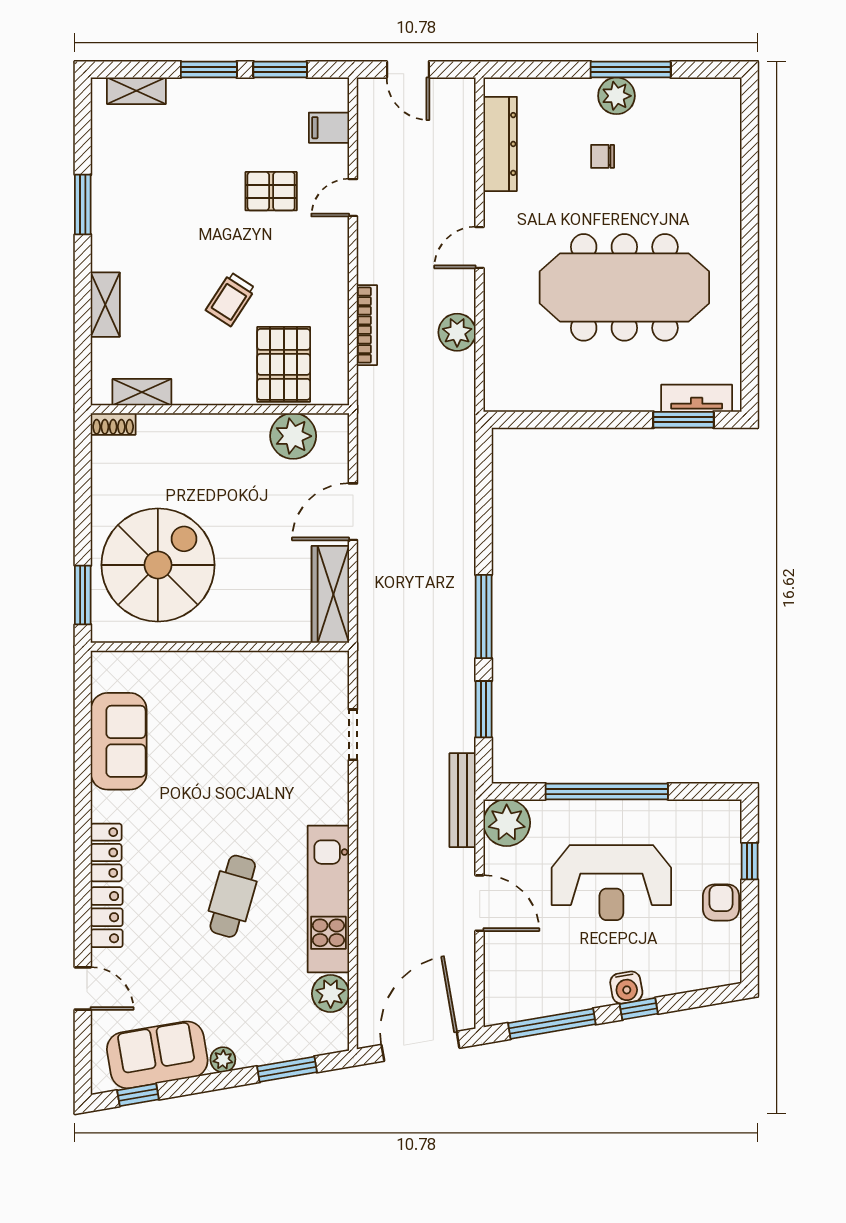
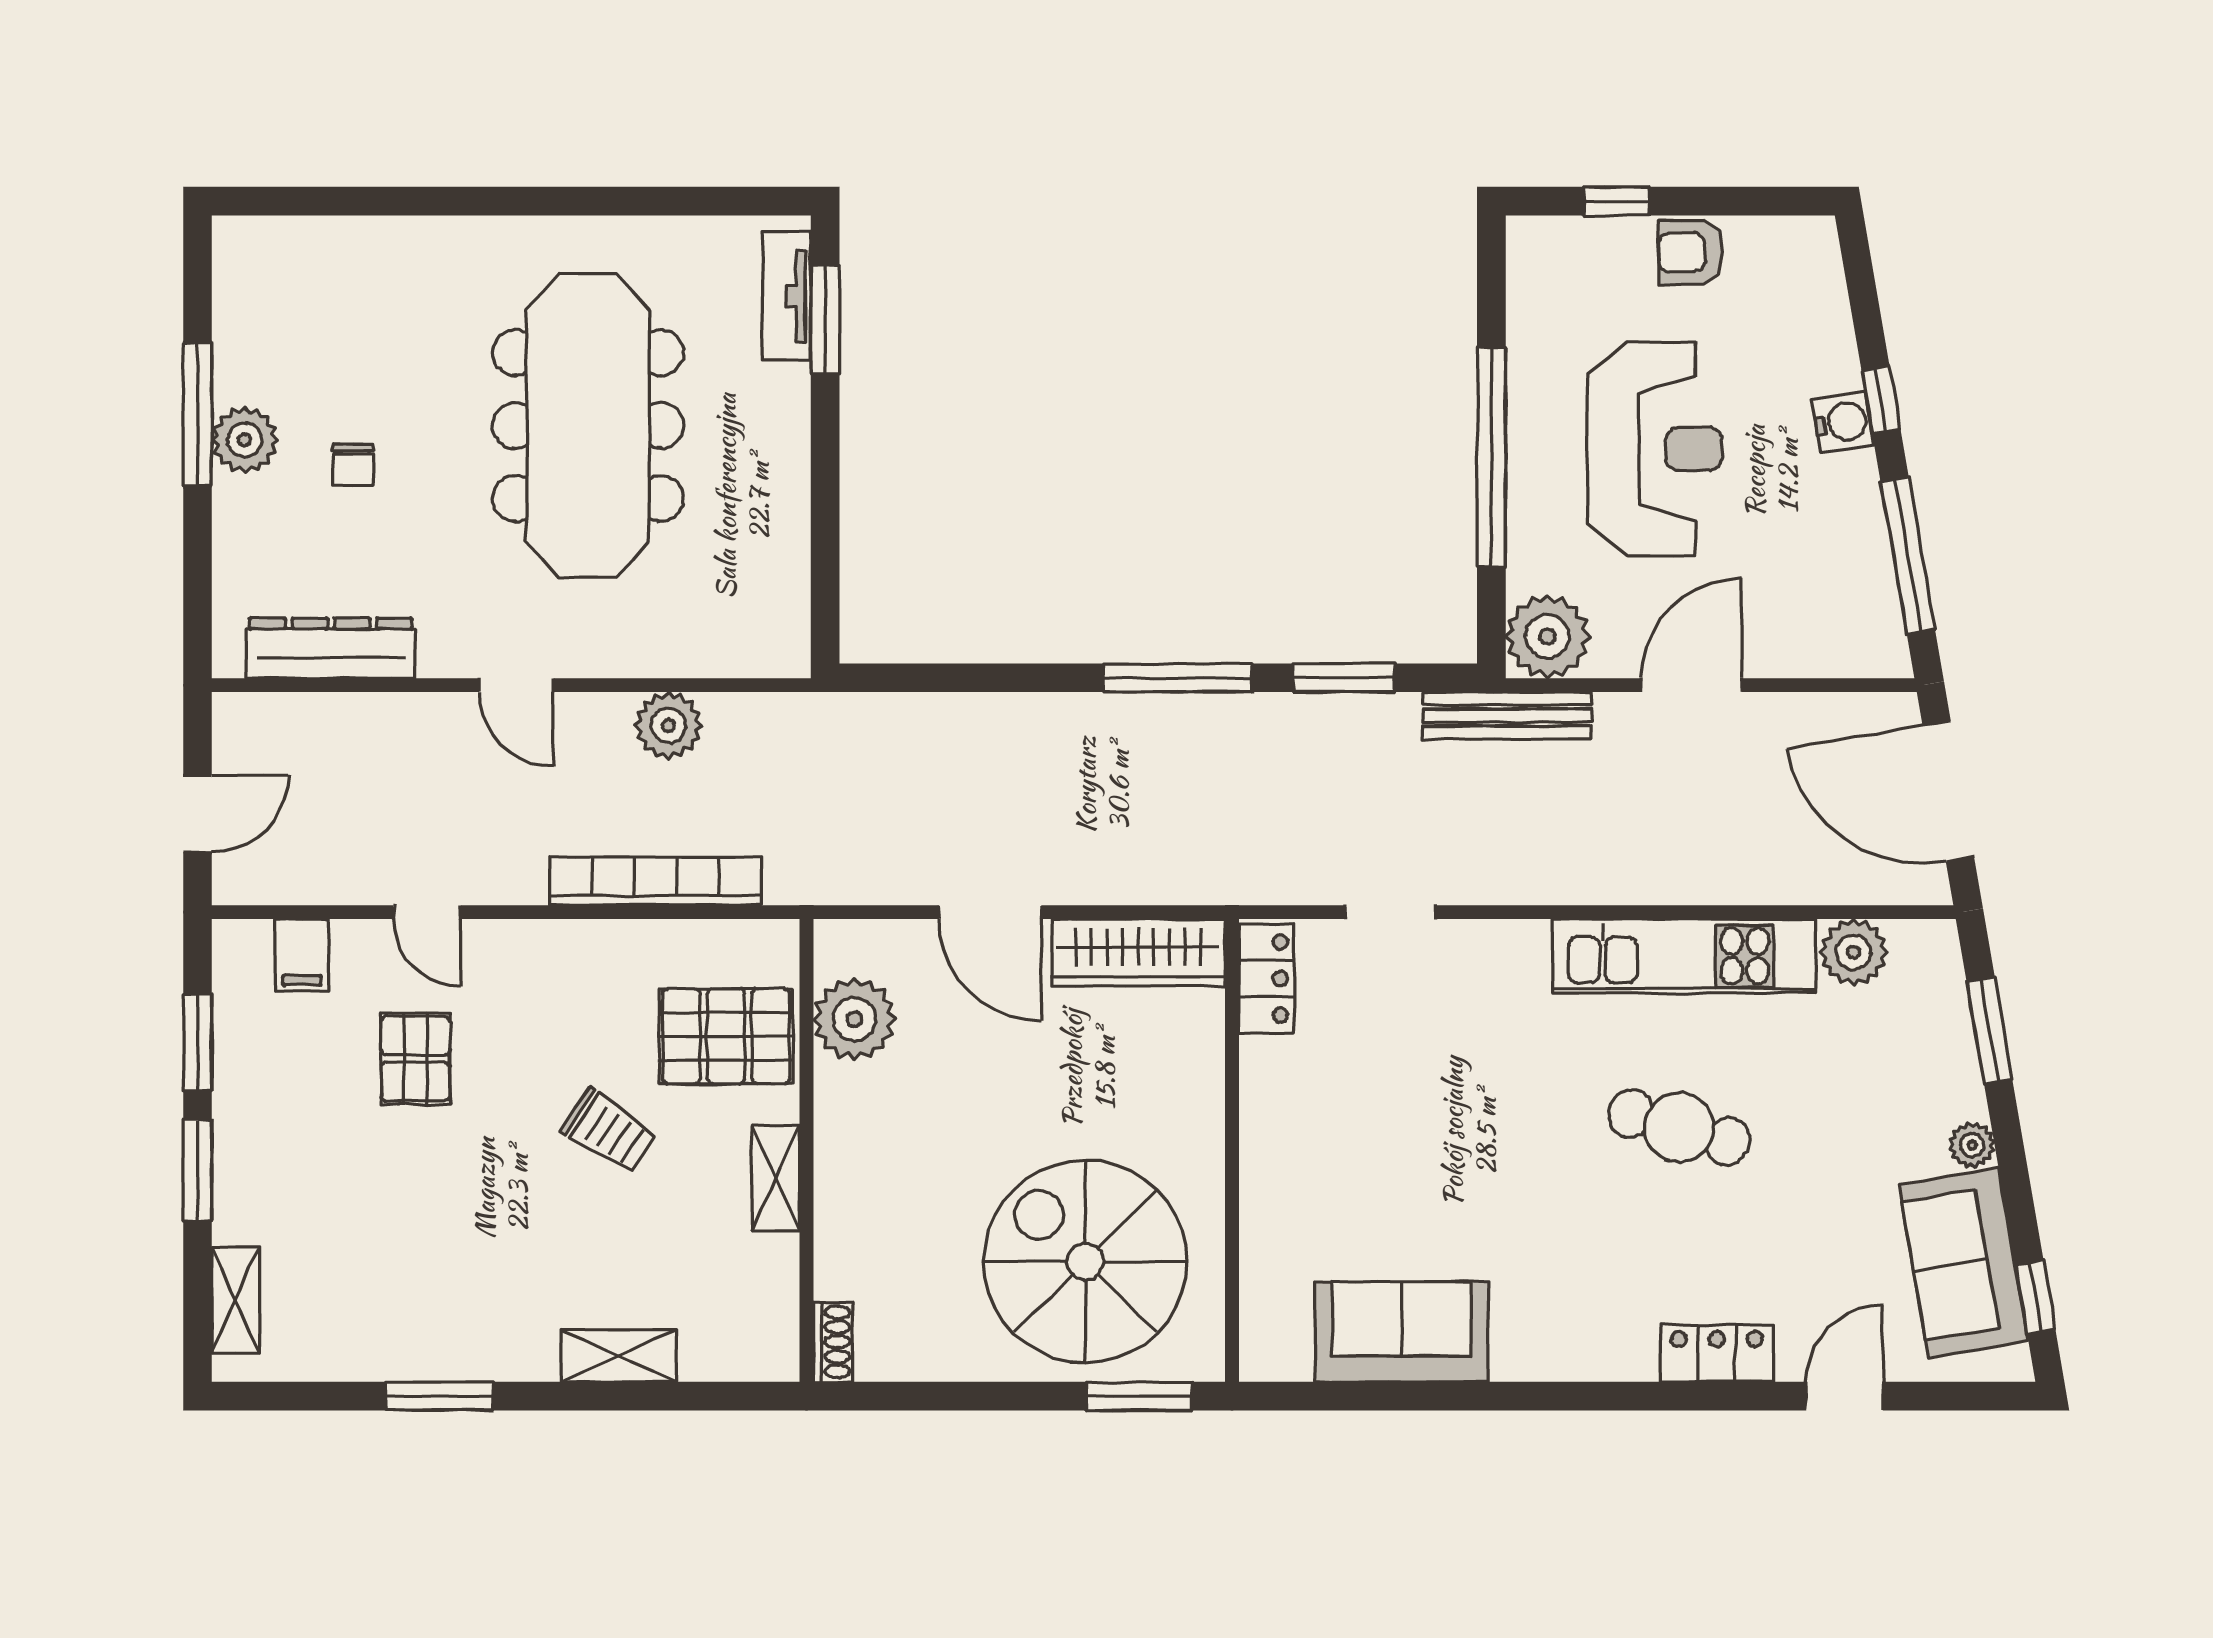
bookcase: (367, 325) -> (656, 881), width x1.48, depth x1.31
shelving: (142, 392) -> (776, 1178), moved
locker: (106, 852) -> (1266, 978), moved, turned 90

